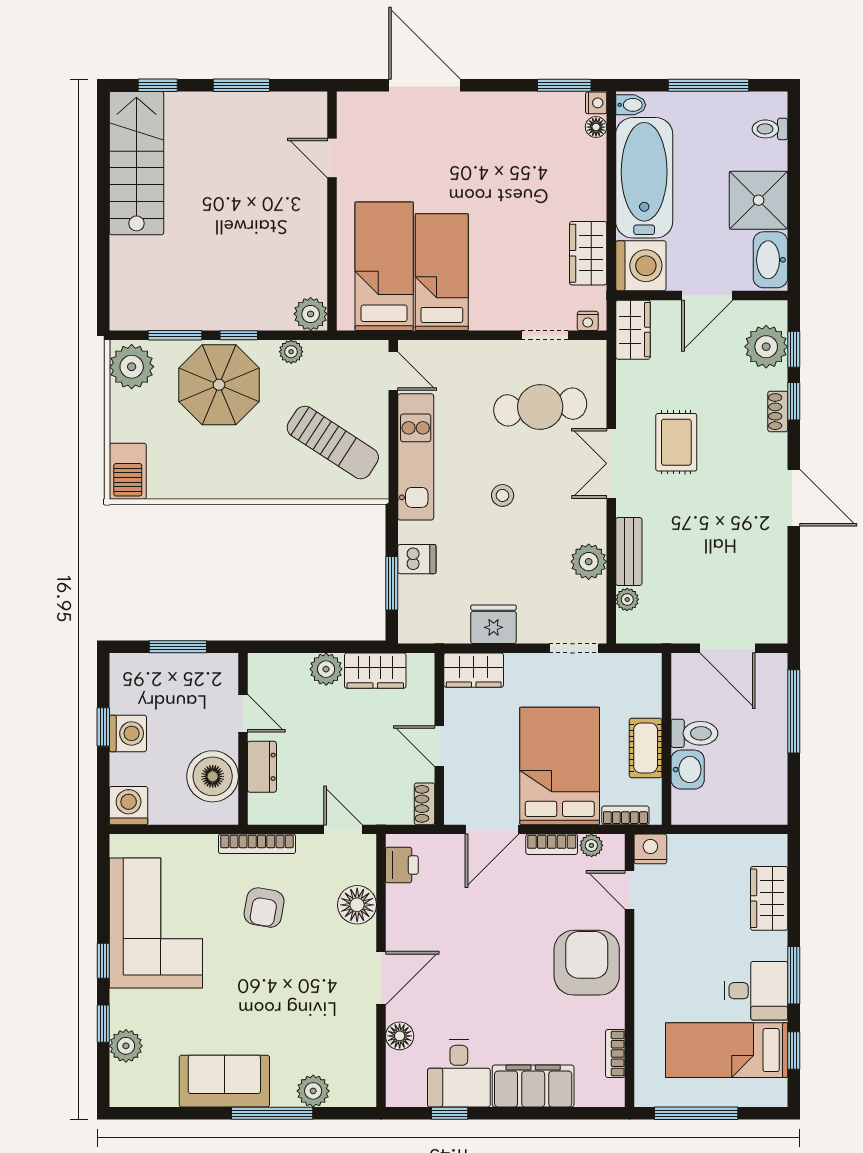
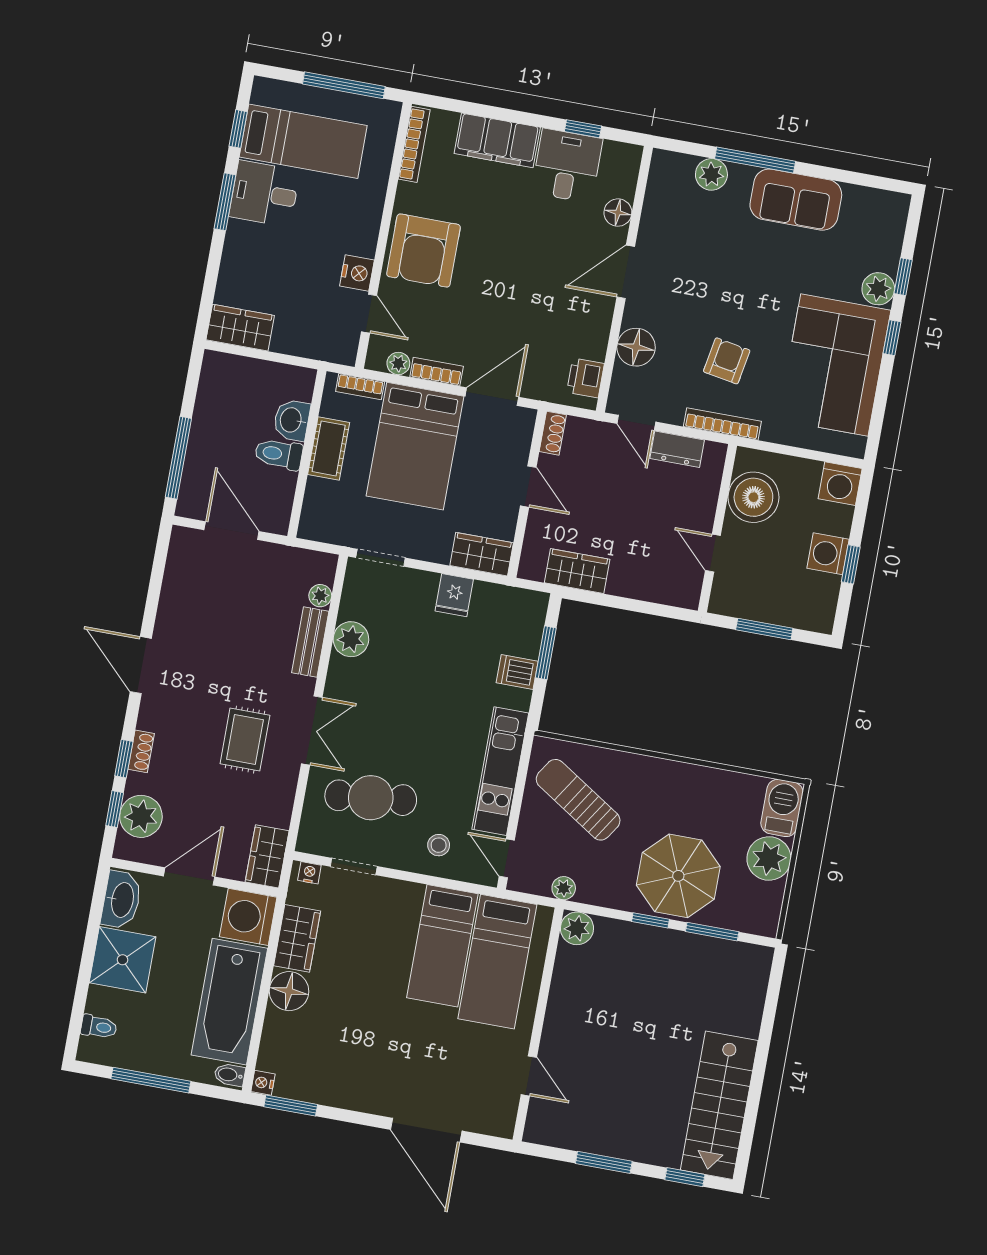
floor lamp: (596, 127) -> (289, 991), moved, width x1.89, depth x1.89
plant: (291, 352) -> (564, 888), moved
plant: (132, 367) -> (769, 858), moved
stool: (503, 495) -> (439, 845), moved
fridge: (494, 624) -> (454, 595), width x0.72
plant: (326, 669) -> (625, 581), removed
dresser: (262, 767) -> (677, 449), moved, turned -90
nightstand: (650, 849) -> (357, 273), moved, turned -90
wardrobe: (769, 898) -> (240, 328), moved, turned -90
plant: (126, 1046) -> (878, 289), moved
bookcase: (615, 1053) -> (414, 144), width x1.56

